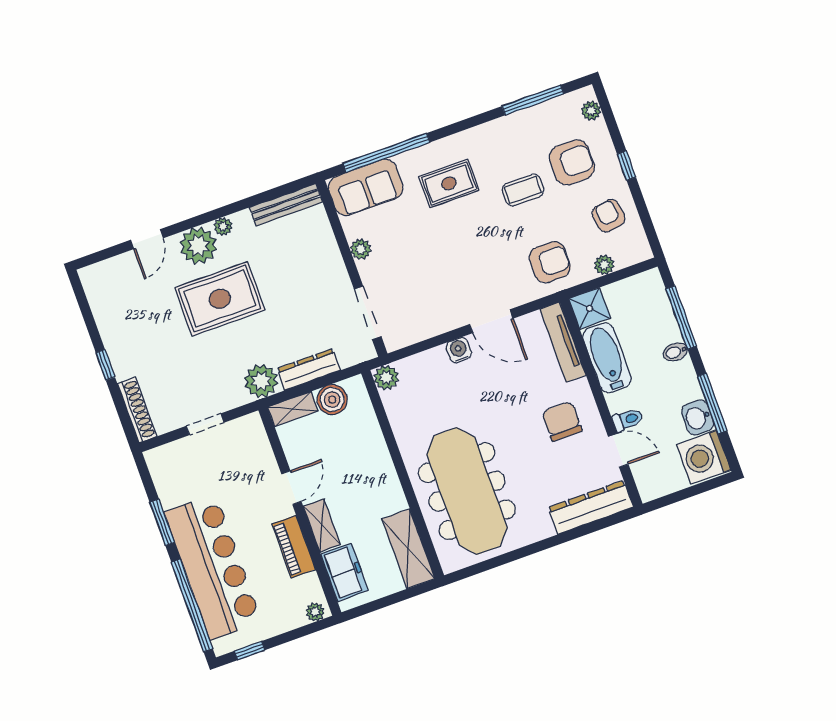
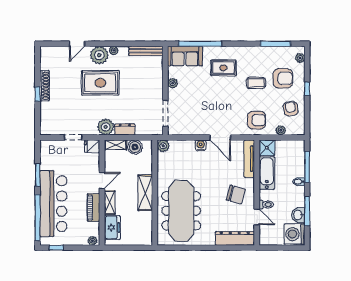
dresser: (309, 369) -> (125, 129), width x0.70
shoe rack: (137, 410) -> (45, 86), moved
chair: (562, 421) -> (236, 195), turned 105
fridge: (248, 428) -> (92, 146), added
shelving: (408, 549) -> (145, 193), moved

